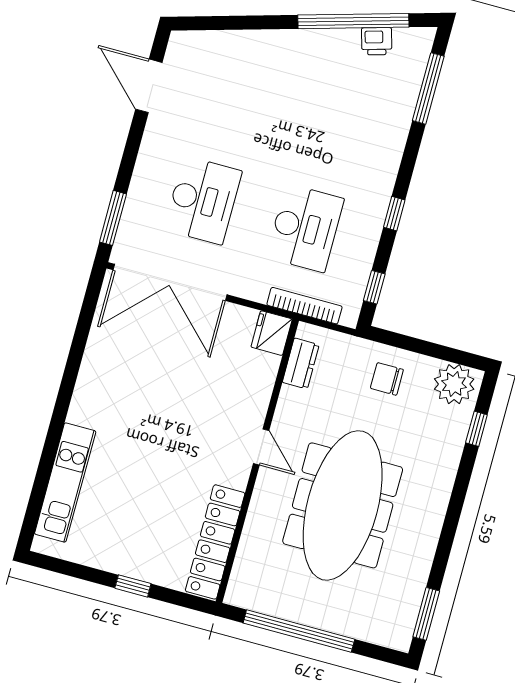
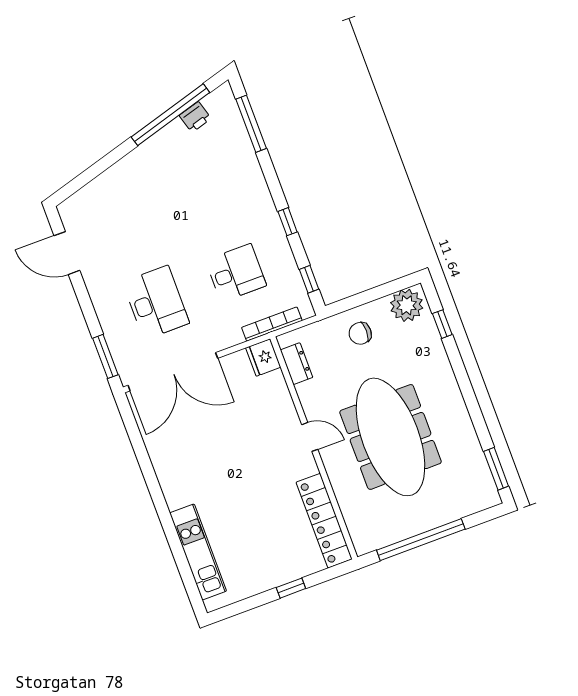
desk: (305, 228) -> (236, 273), width x0.73

